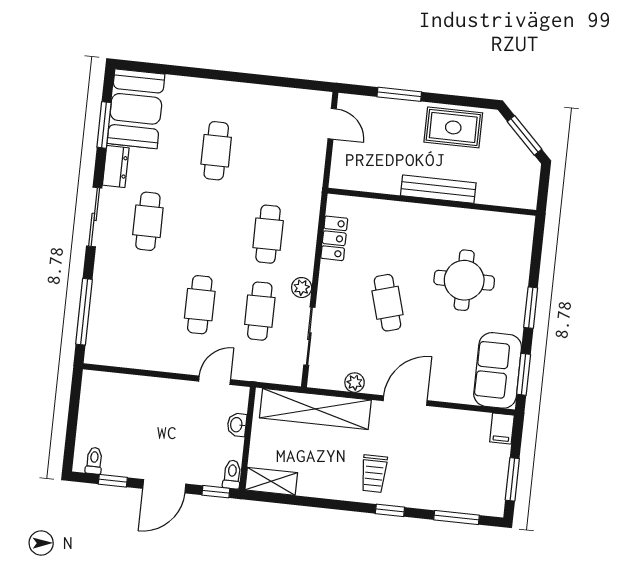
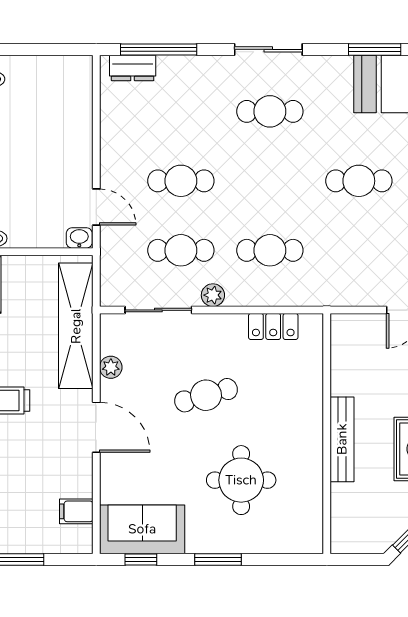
dresser: (116, 166) -> (133, 68), moved
window: (524, 374) -> (141, 559), width x0.67
washbasin: (237, 425) -> (79, 238), moved
filing cabinet: (502, 429) -> (76, 511), moved

